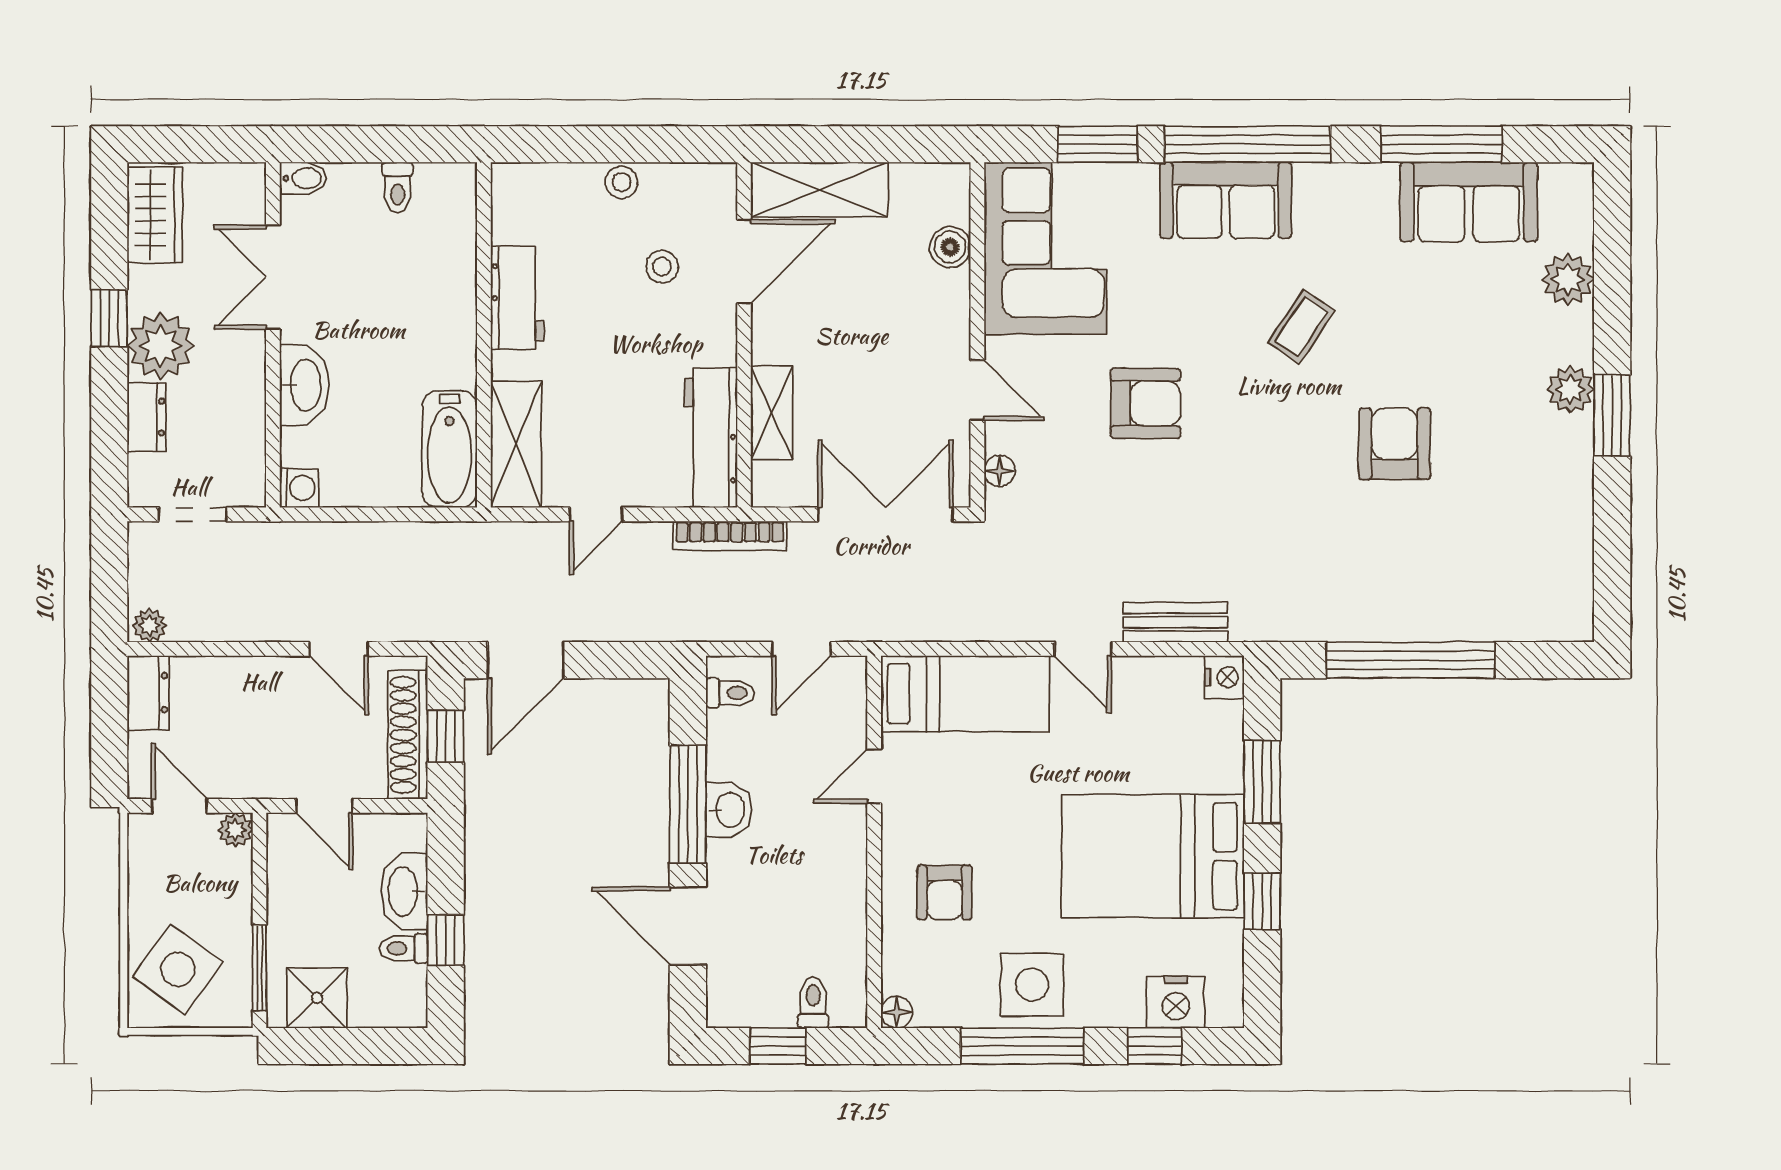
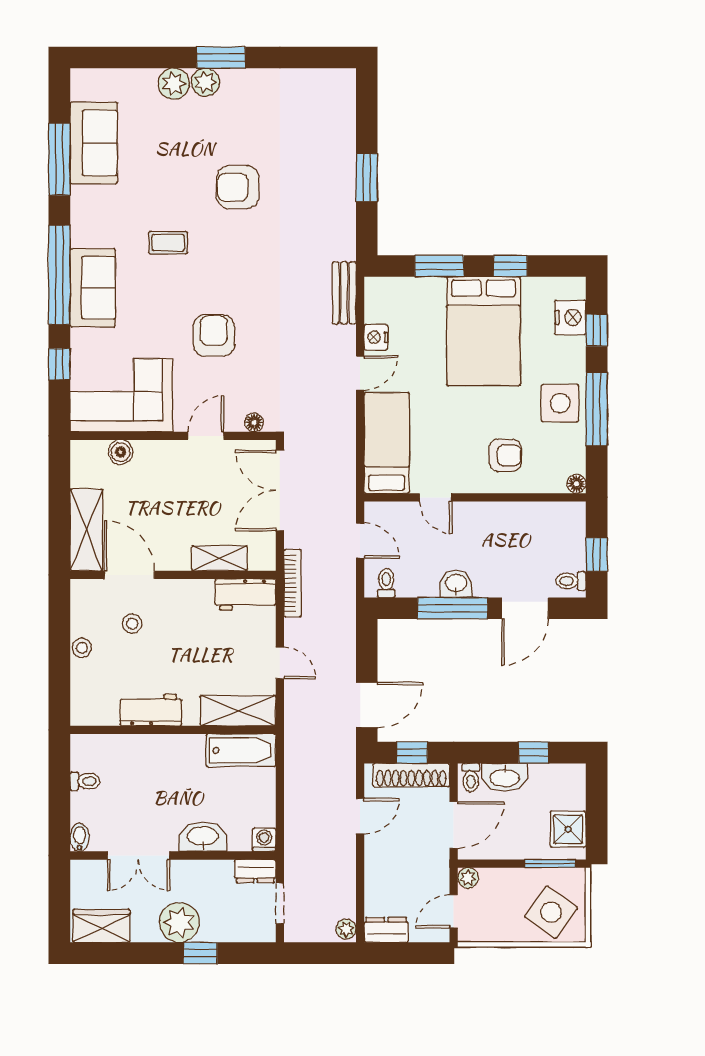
window: (1098, 144) -> (59, 364), width x0.67
plant: (1568, 279) -> (174, 84), moved
window: (109, 318) -> (200, 953), moved
coffee table: (1301, 327) -> (168, 243), turned -34
dresser: (146, 417) -> (255, 871), moved, turned 180
workbench: (711, 438) -> (245, 594), width x0.73
bench: (1175, 622) -> (344, 293), moved
door: (526, 660) -> (367, 705), hinge flipped
window: (1411, 660) -> (367, 178), width x0.47
nightstand: (1224, 677) -> (376, 337), moved, turned -90
door: (324, 806) -> (454, 825), width x1.38
toilet: (404, 948) -> (471, 778), moved
toilet: (813, 1003) -> (571, 581), moved

